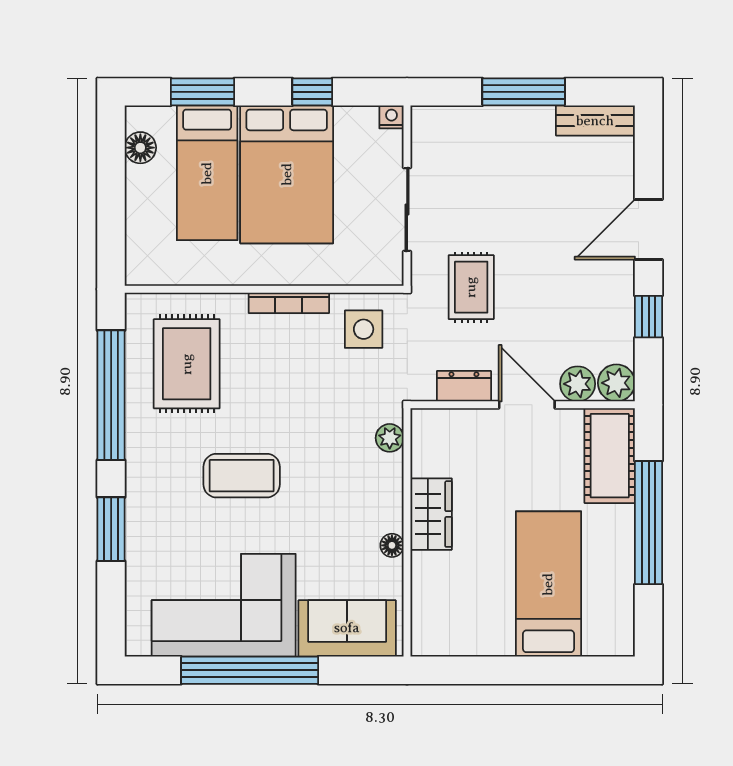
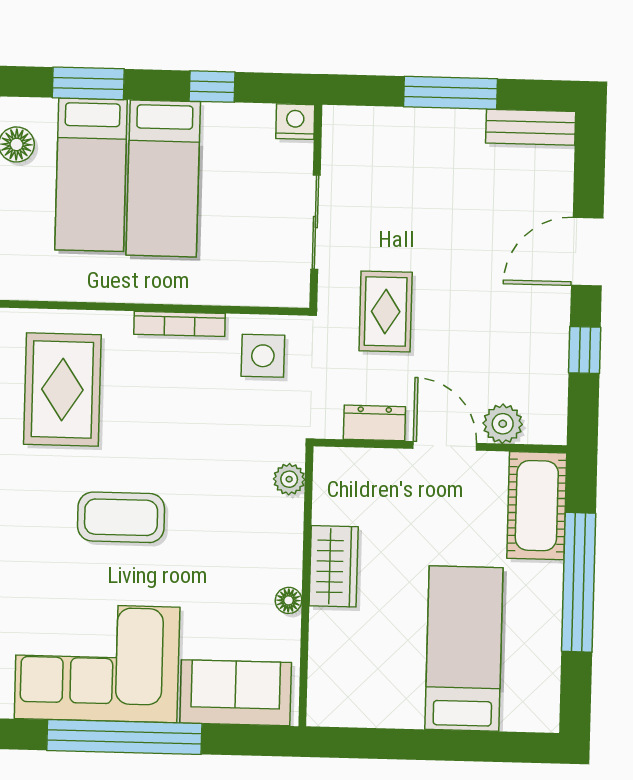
nightstand: (391, 117) -> (295, 122), width x1.39, depth x1.35
bed: (287, 174) -> (163, 178), width x0.67
plant: (616, 383) -> (546, 424), removed

